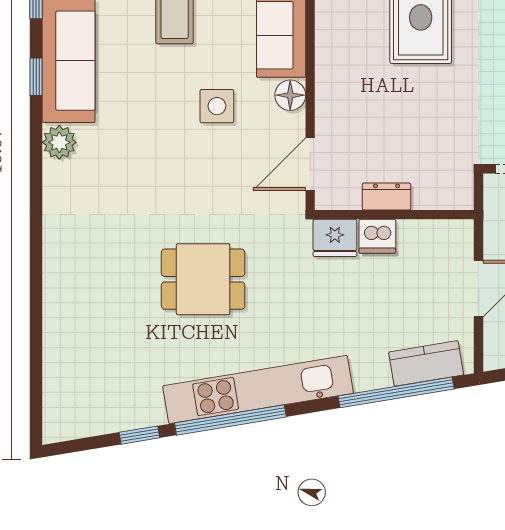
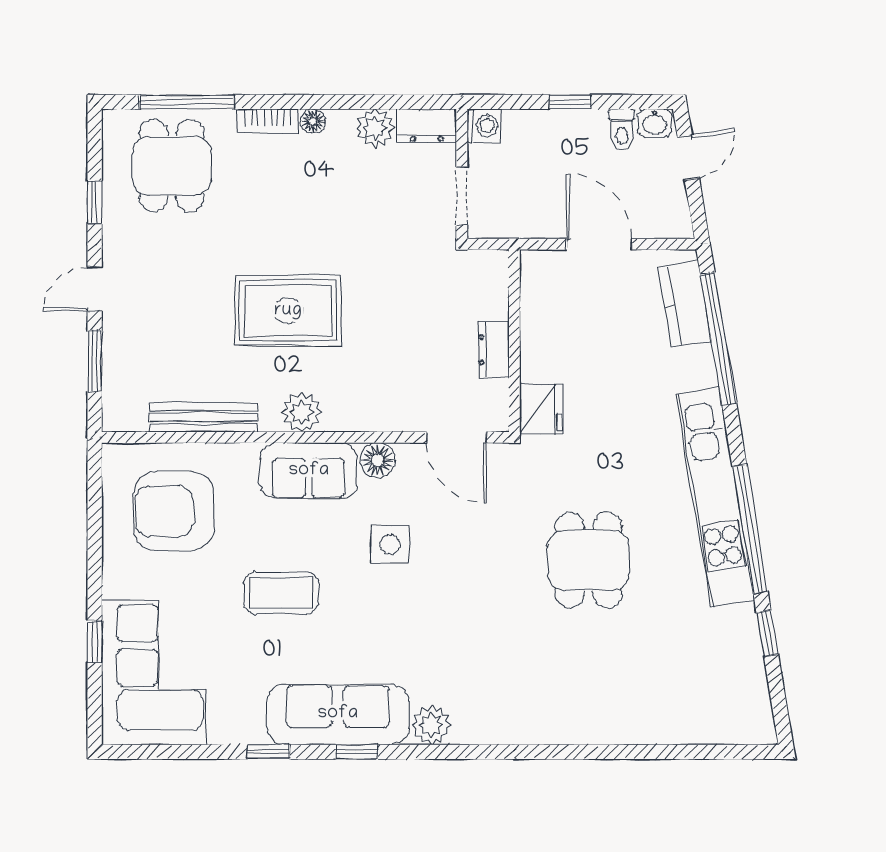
plant: (332, 29) -> (302, 412), added
dishwasher: (377, 236) -> (539, 360), removed

